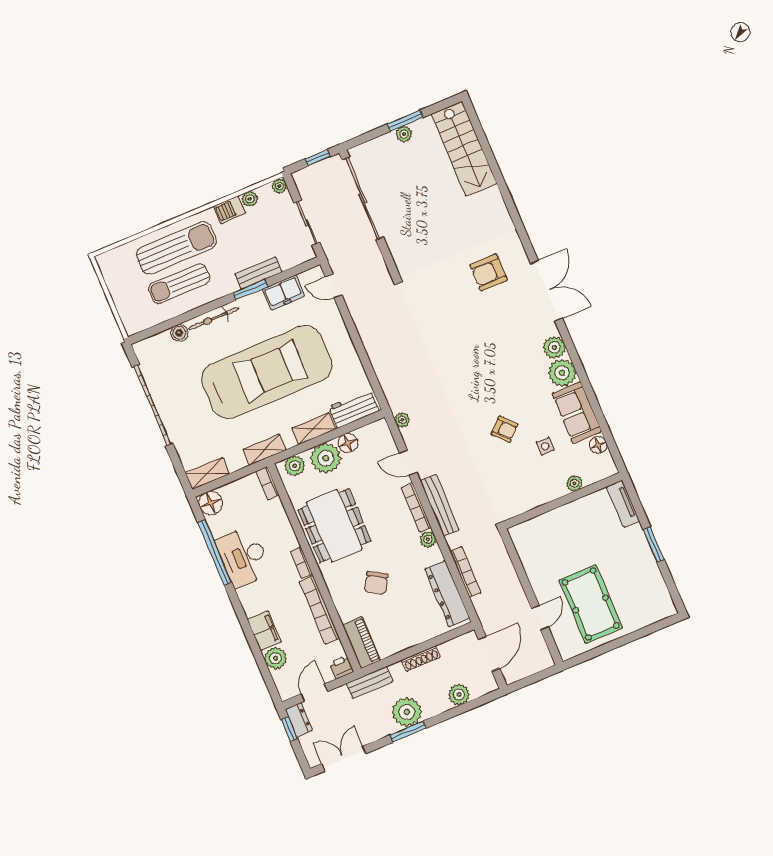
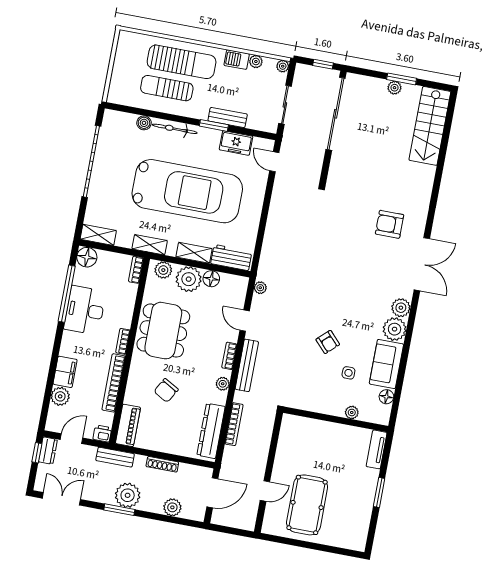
bookcase: (416, 507) -> (229, 356), width x0.64

